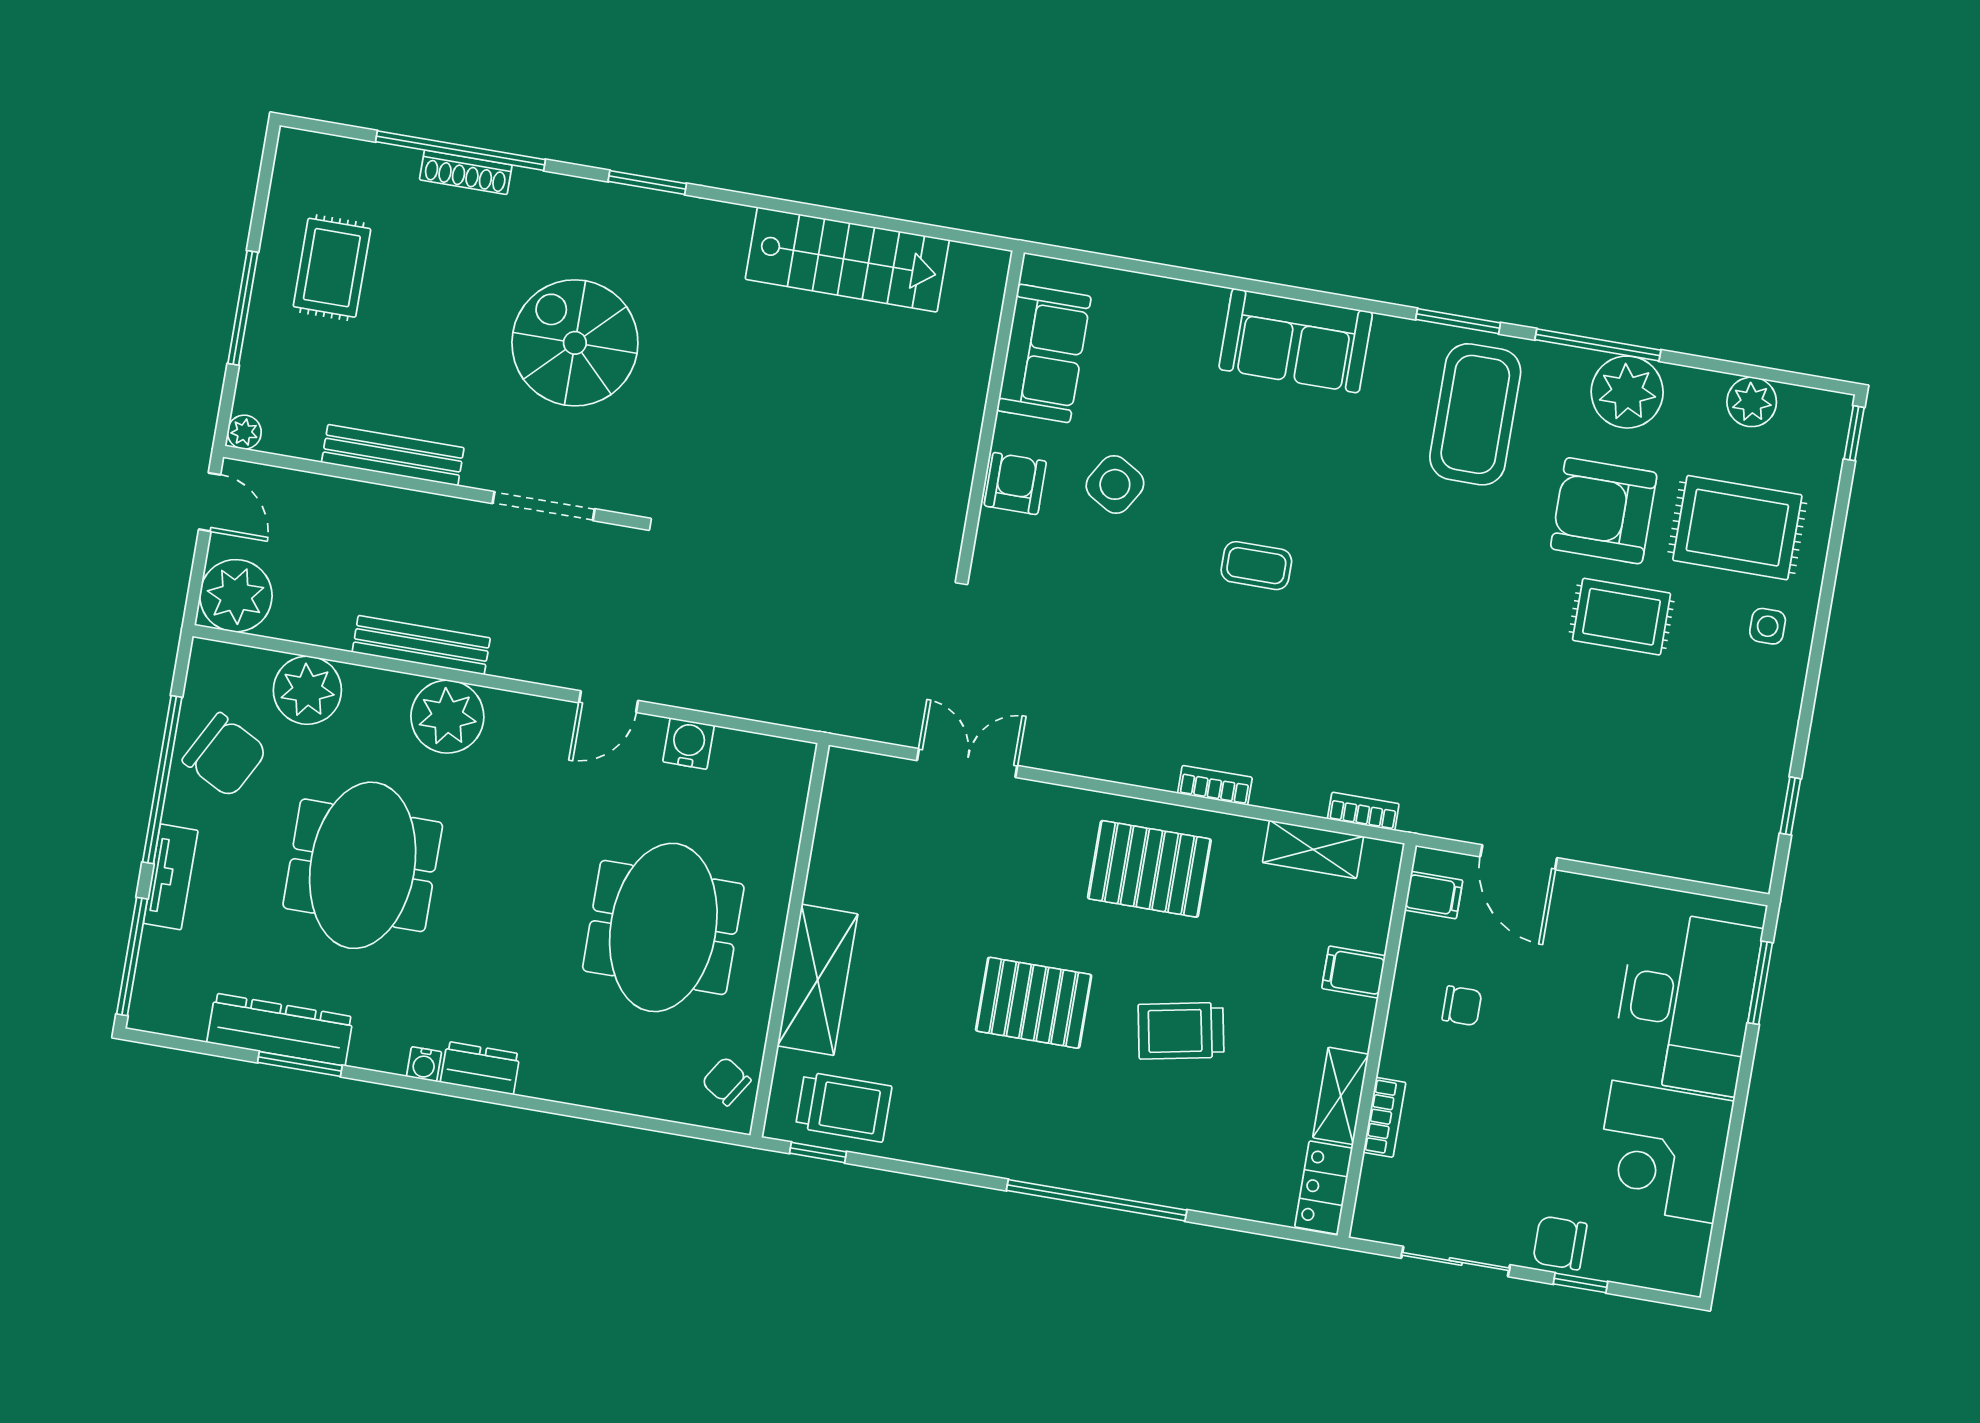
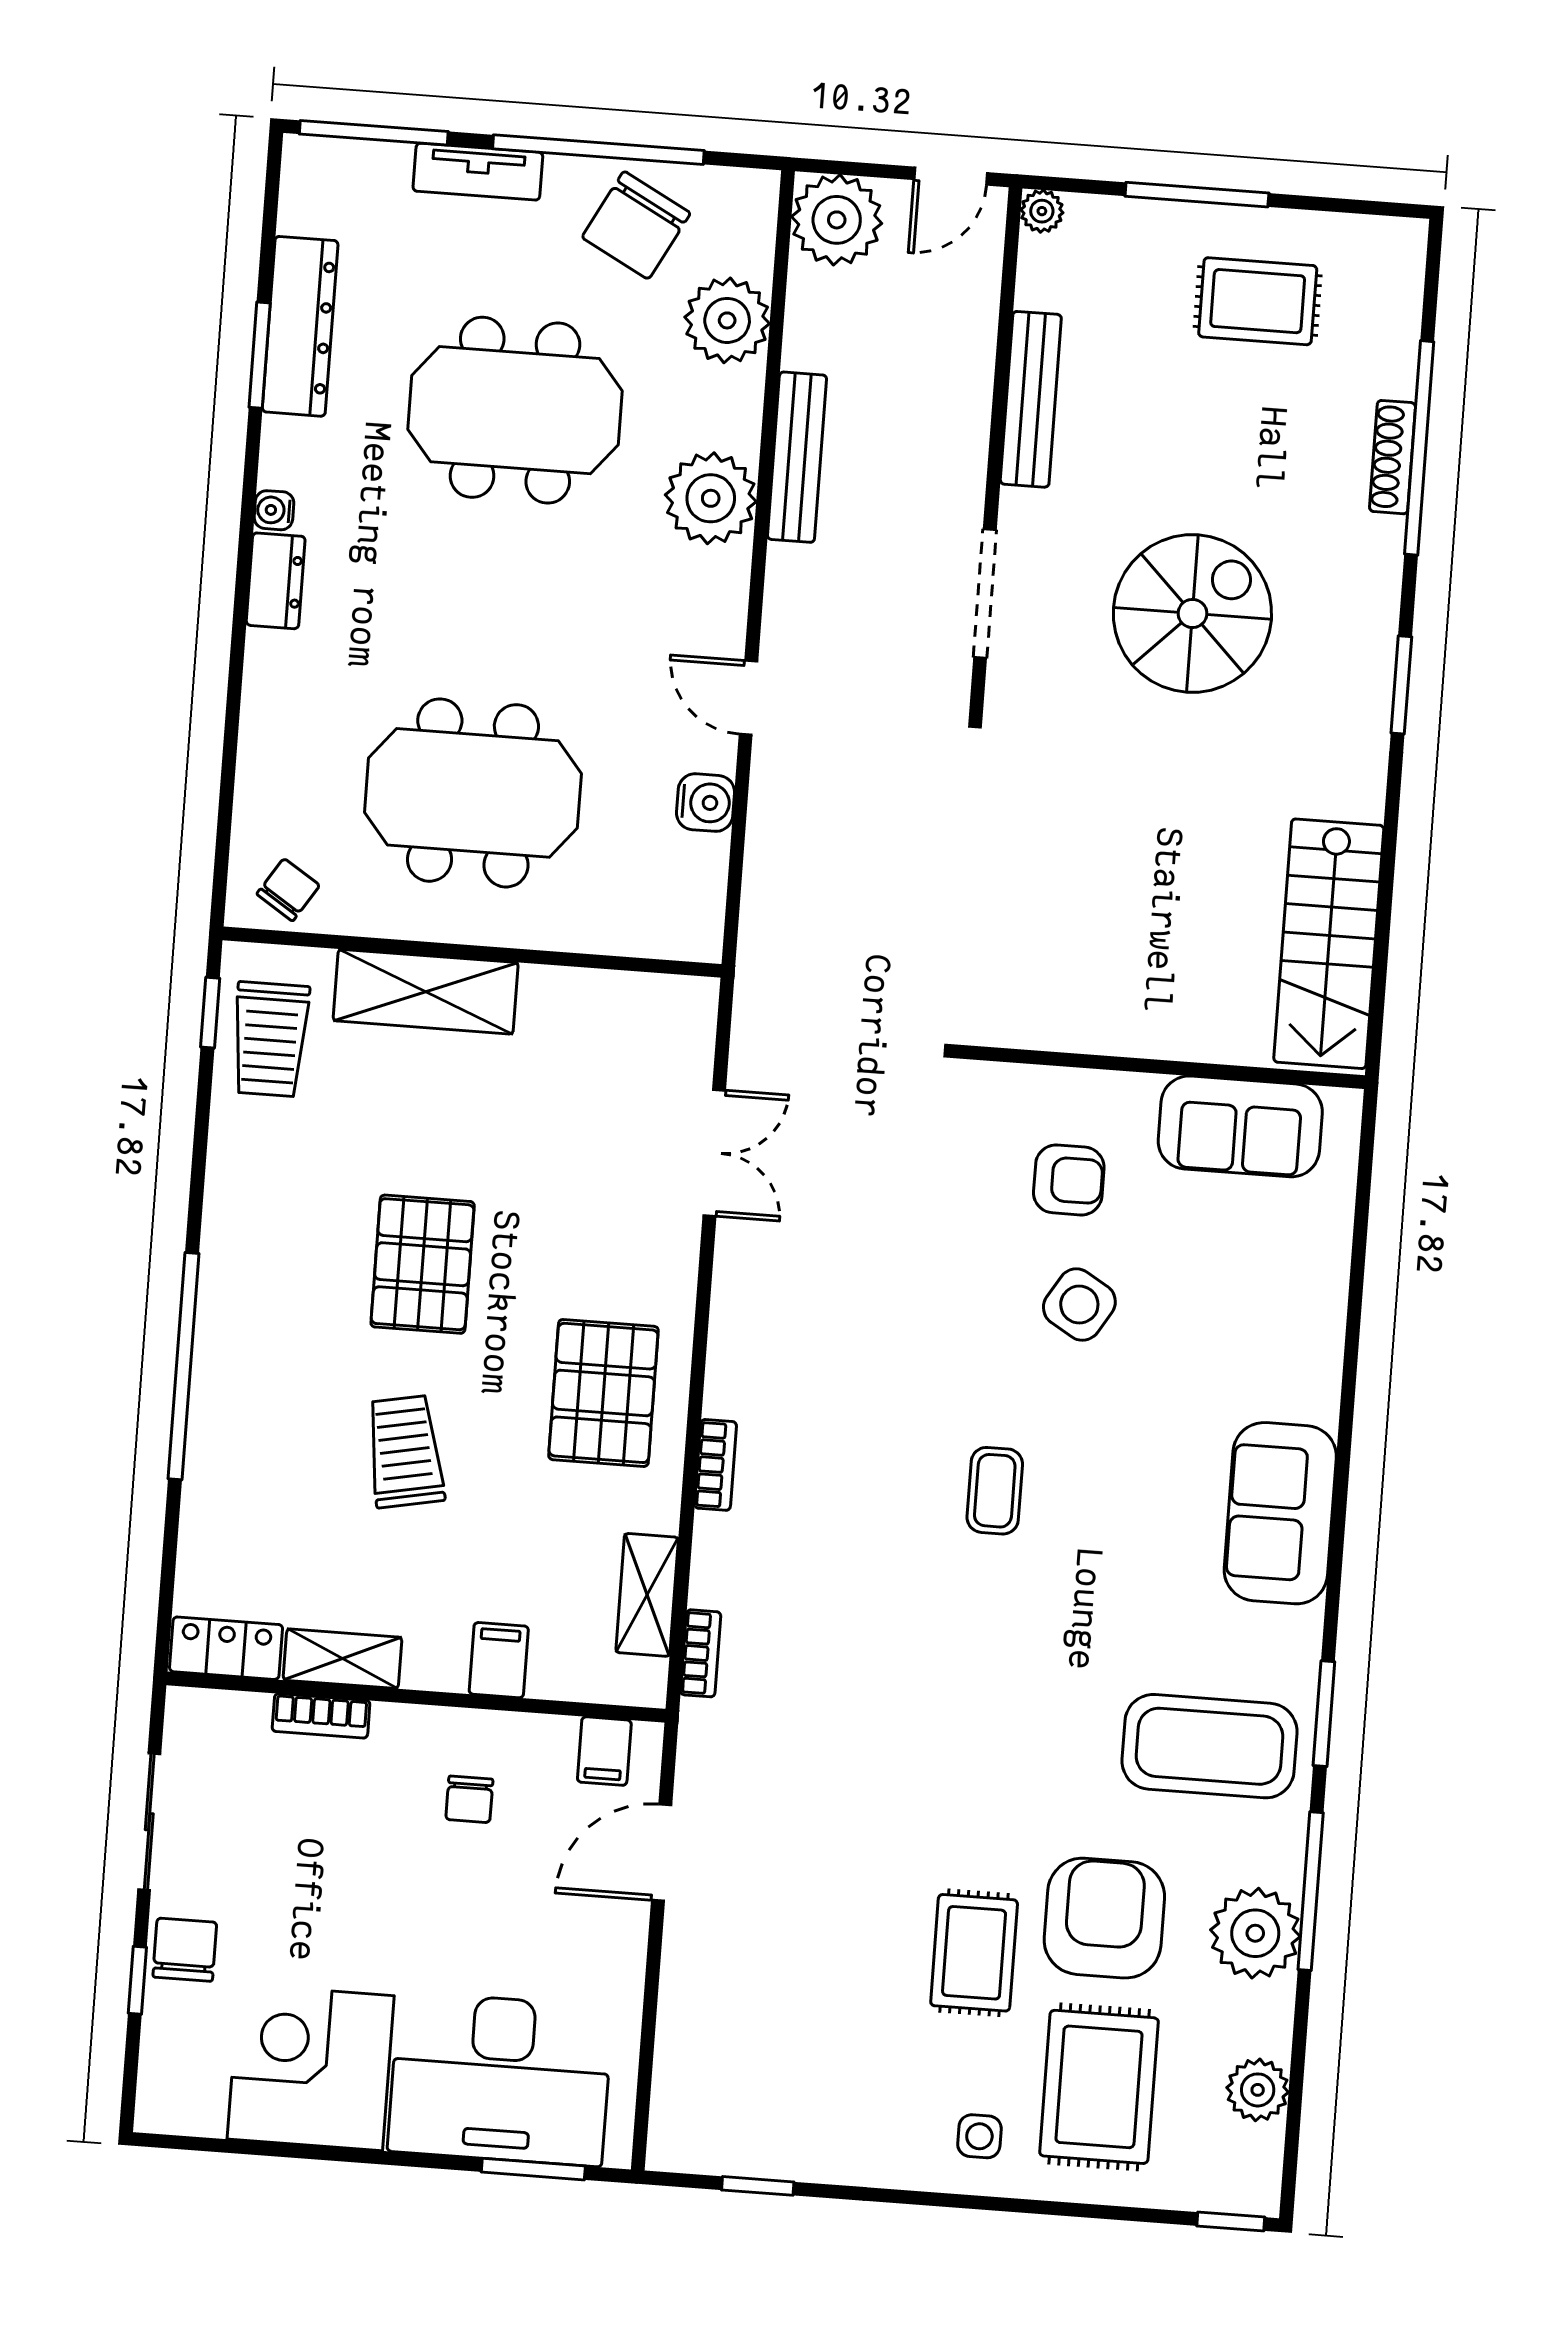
sofa: (1044, 353) -> (1240, 1126), moved
wall: (991, 412) -> (1161, 1067), moved

